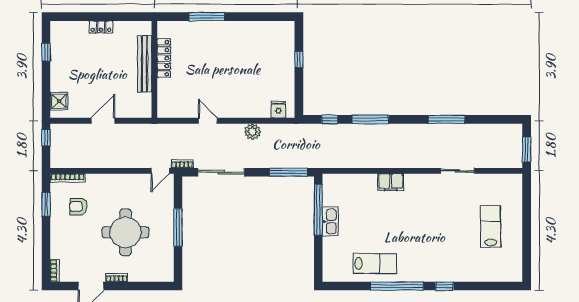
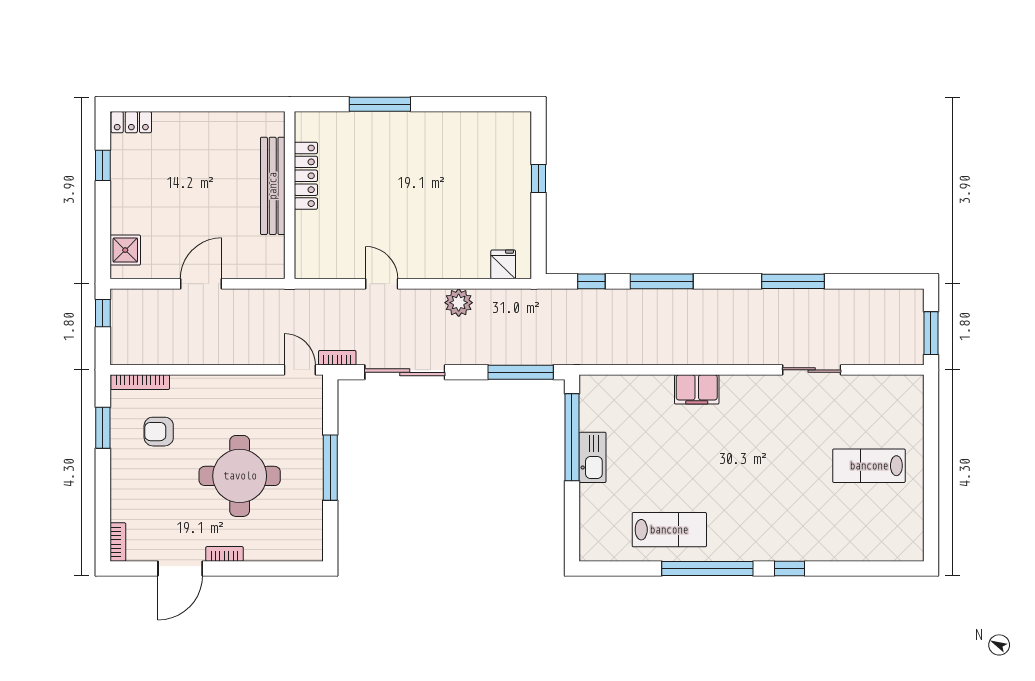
locker: (101, 27) -> (131, 122), moved
door: (160, 171) -> (300, 370), swing flipped
lab bench: (491, 226) -> (869, 466), turned -90

